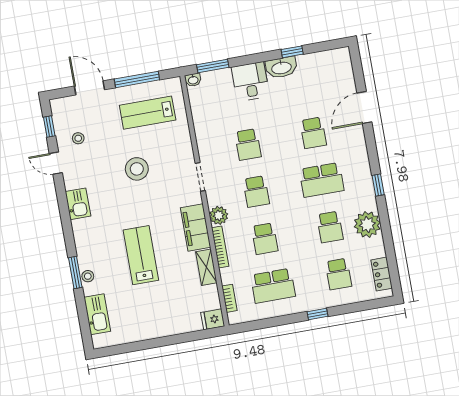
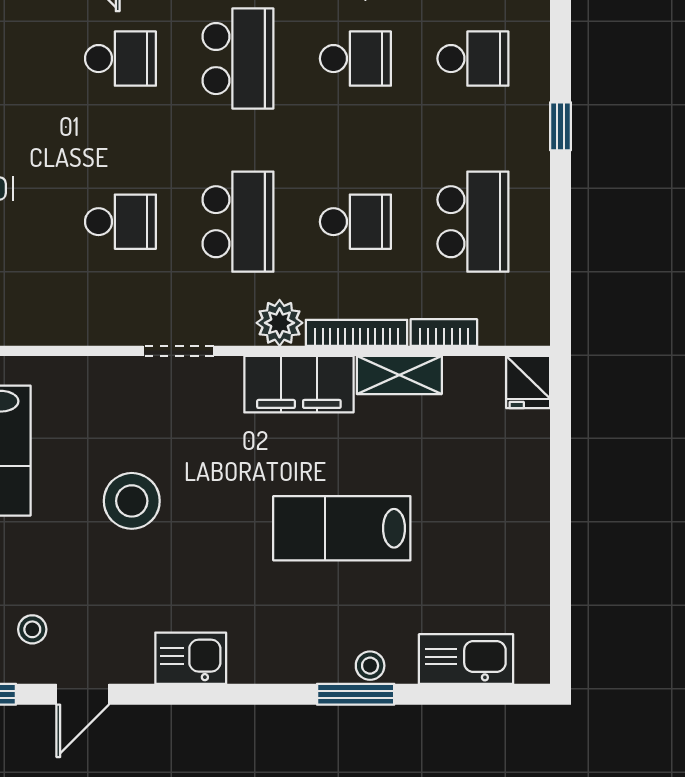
school desk: (256, 192) -> (238, 222), width x1.85
bookcase: (229, 298) -> (444, 333), moved

